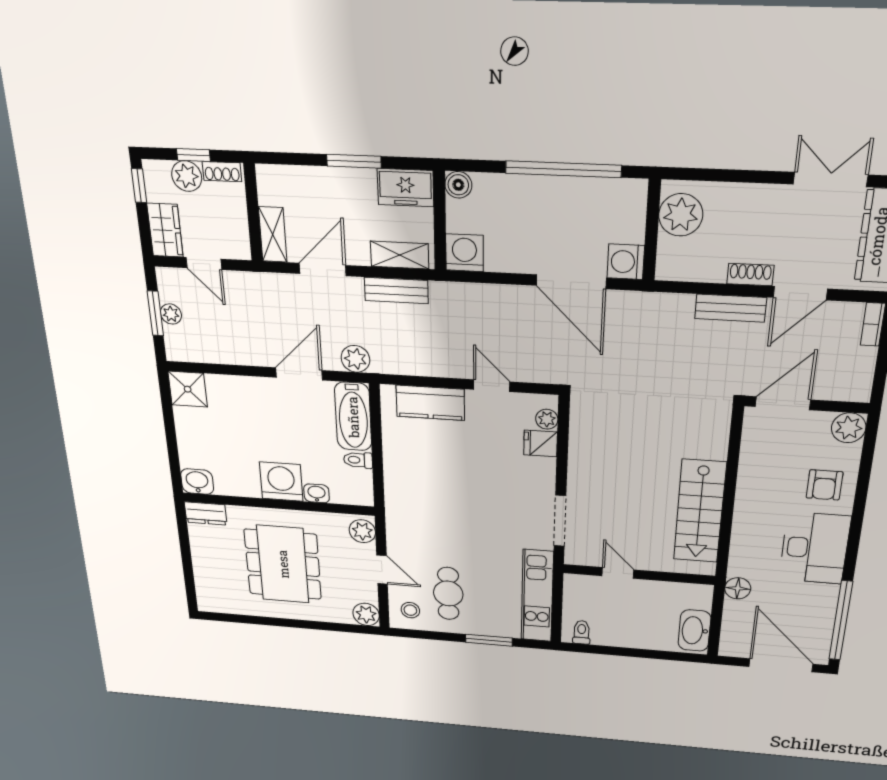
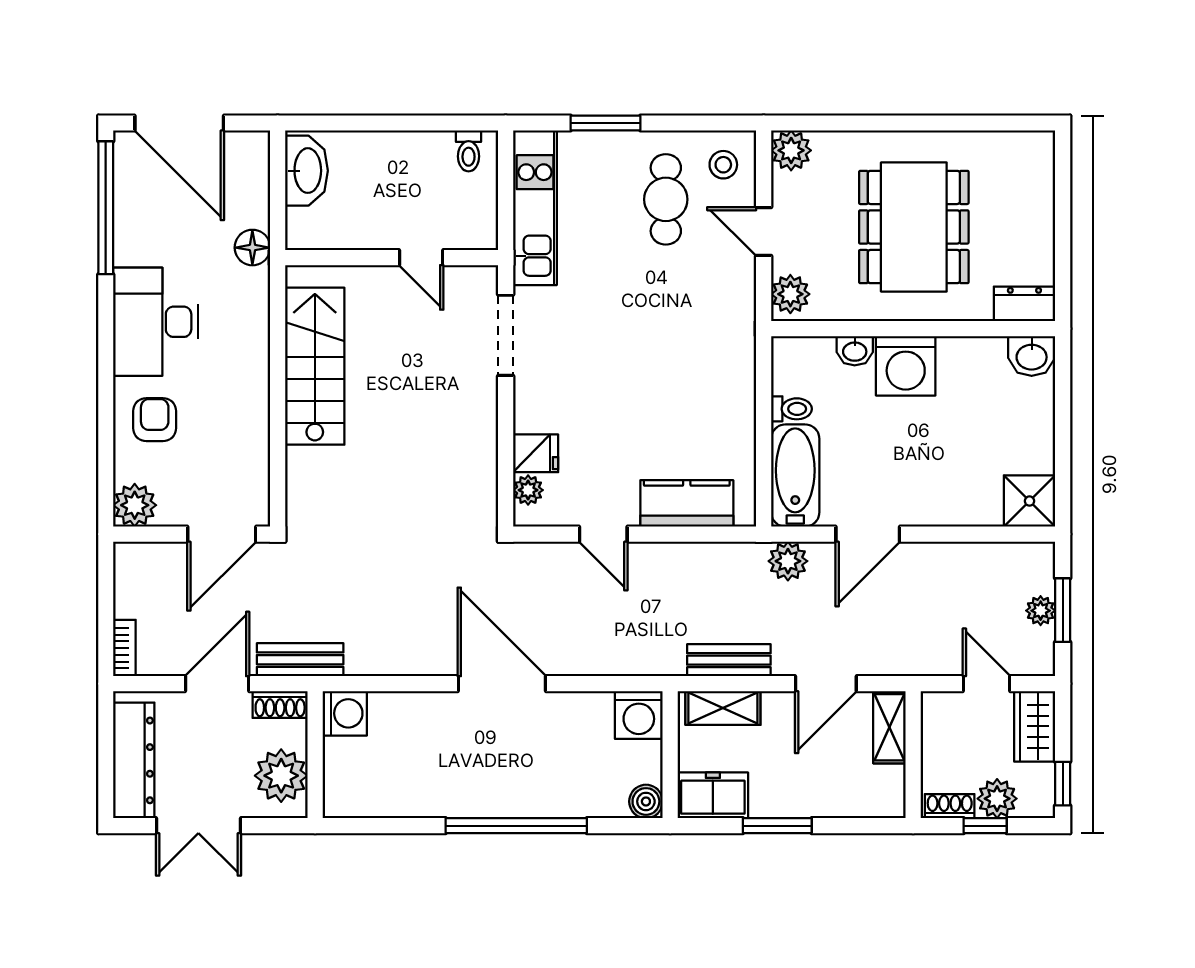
plant: (681, 215) -> (281, 776), moved
wall: (652, 230) -> (315, 755), moved
washing machine: (626, 262) -> (345, 713), moved

